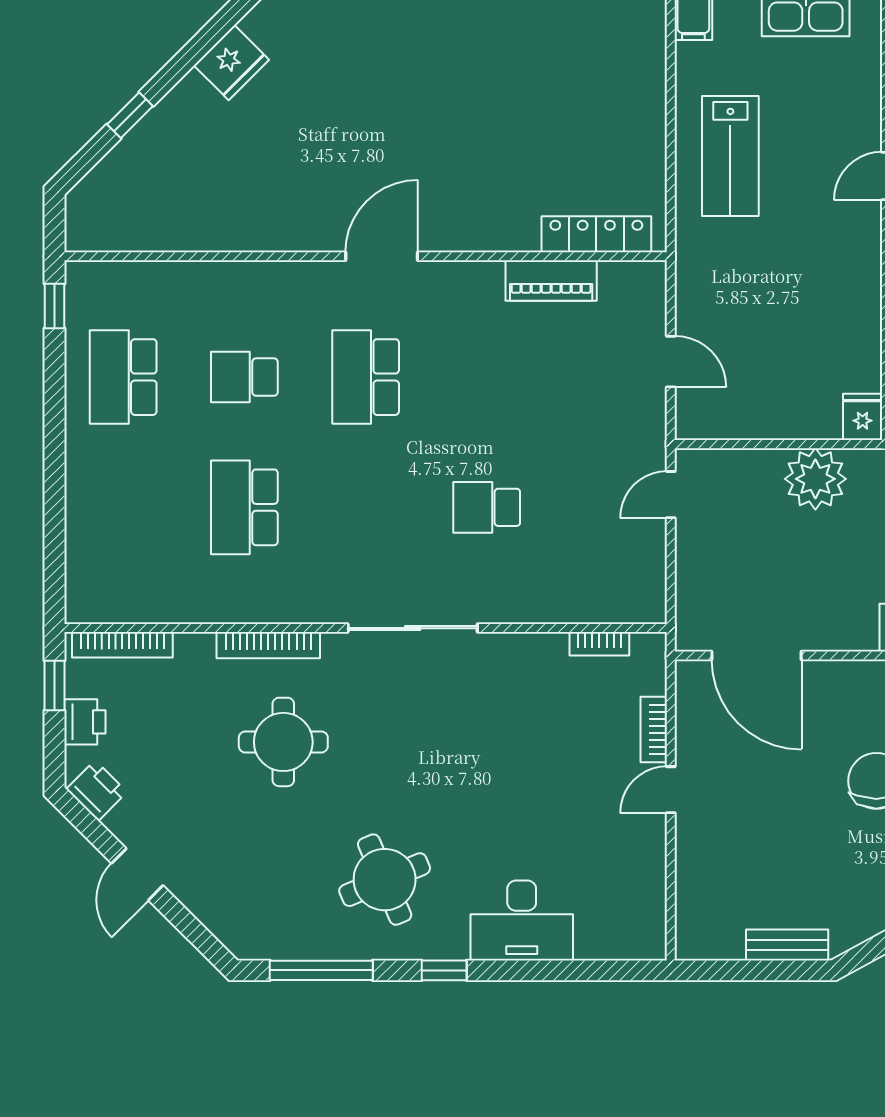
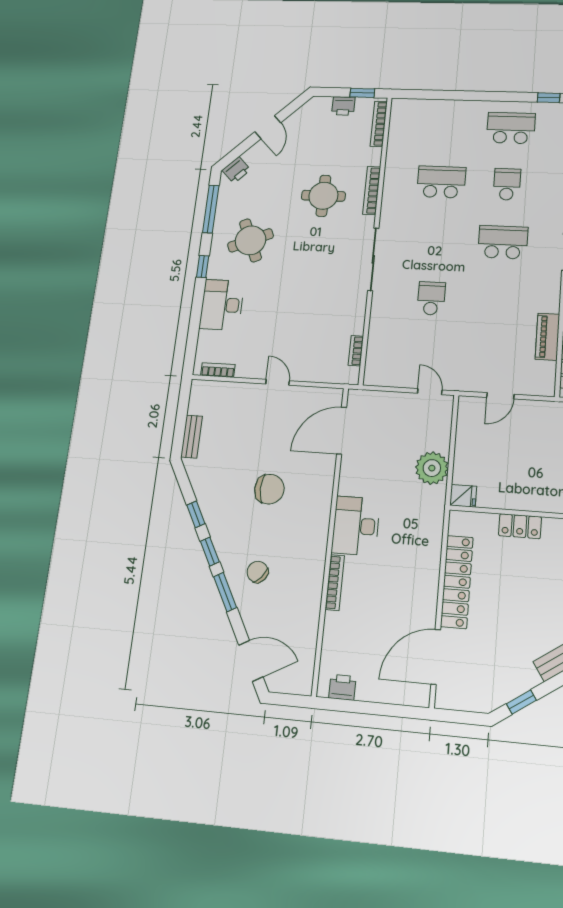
bookcase: (654, 730) -> (218, 370), moved
printer: (97, 791) -> (236, 170), moved
door: (137, 874) -> (268, 127), swing flipped

